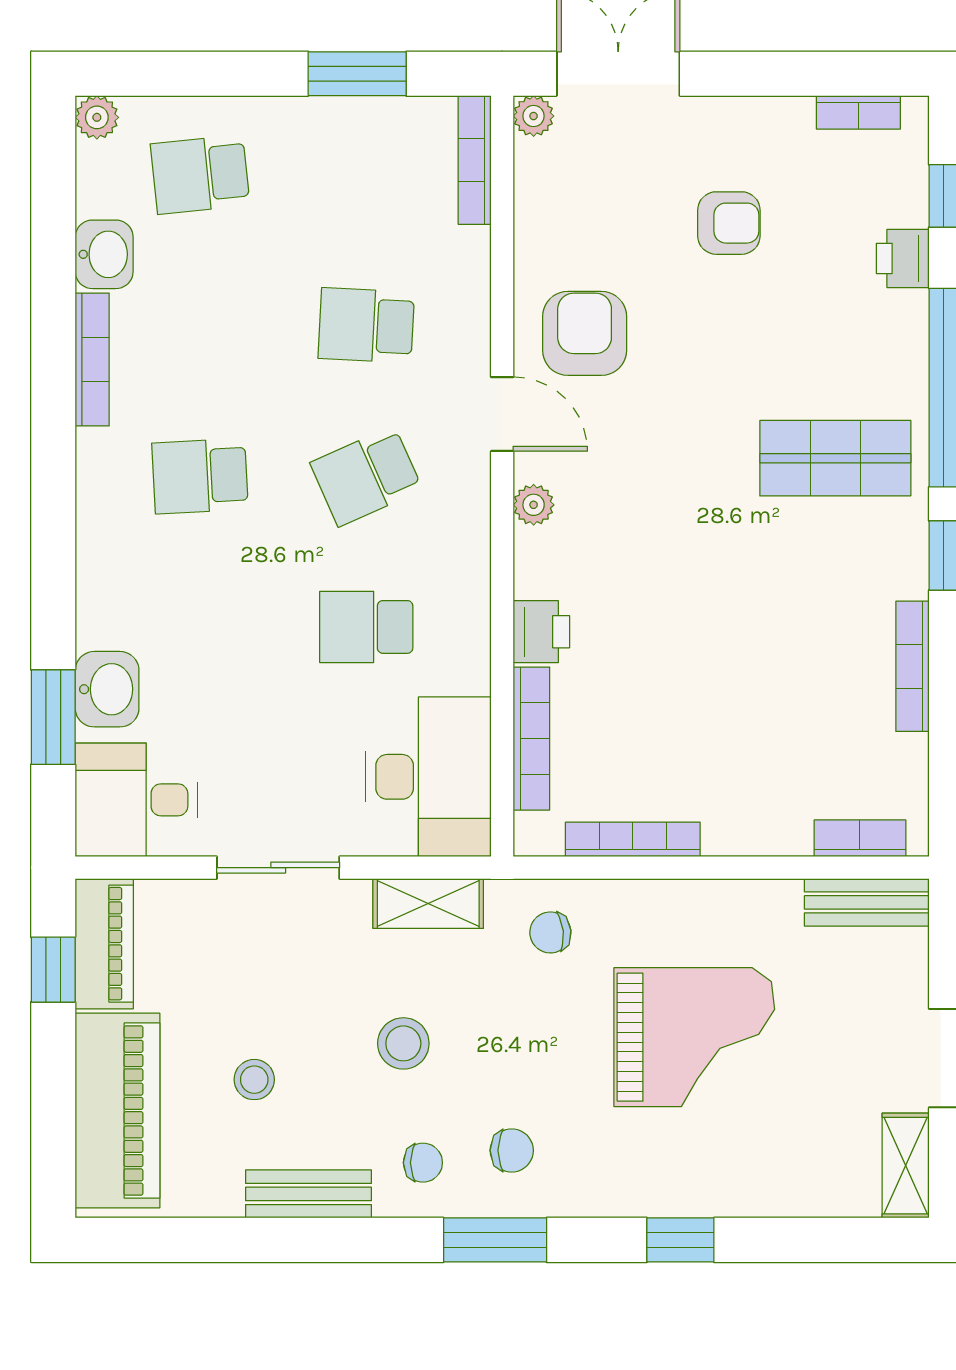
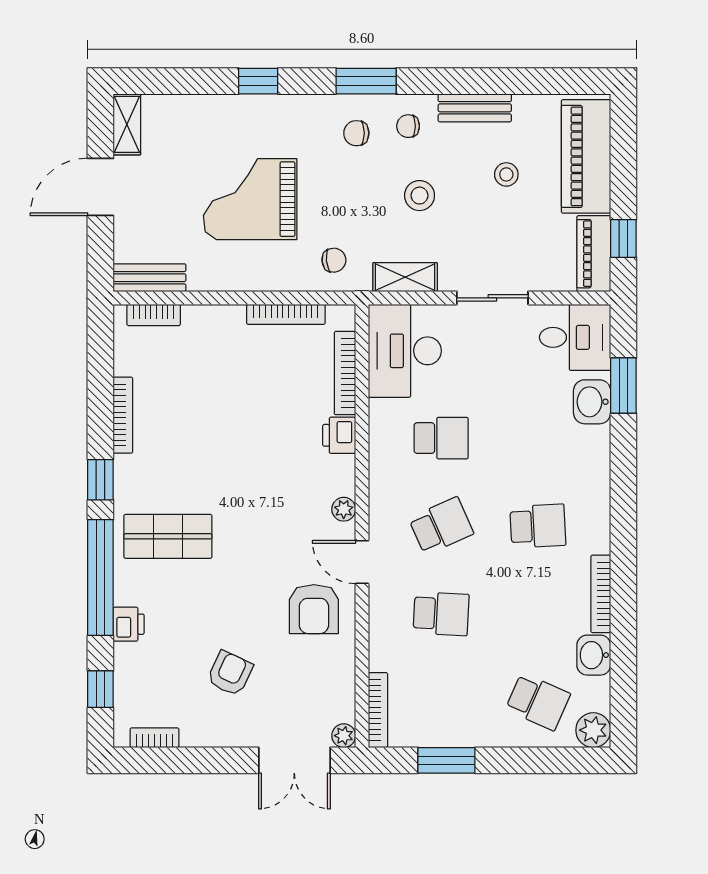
plant: (97, 117) -> (593, 730), width x1.38, depth x1.38
school desk: (200, 174) -> (538, 702), turned 30
armchair: (729, 223) -> (230, 673), turned 115
printer: (903, 258) -> (129, 624), moved

